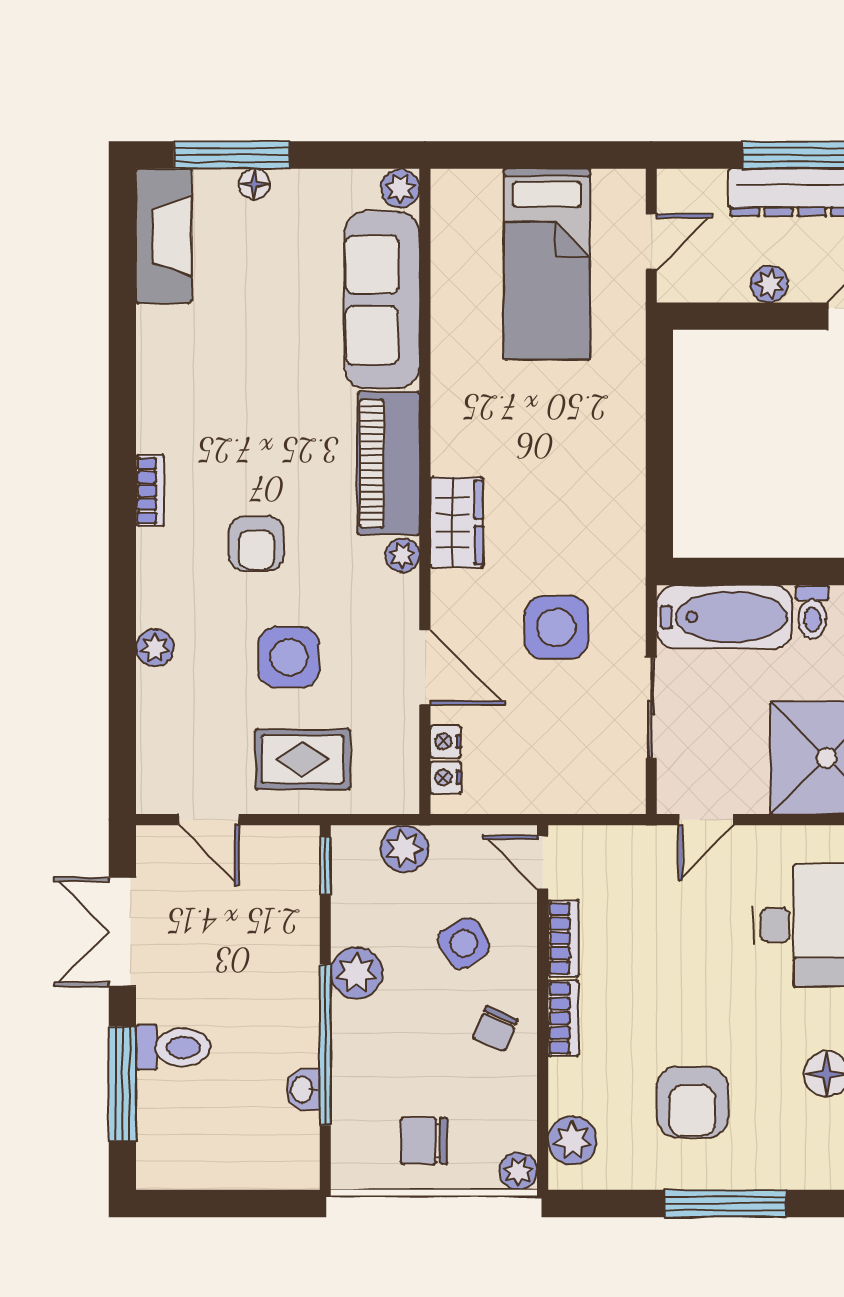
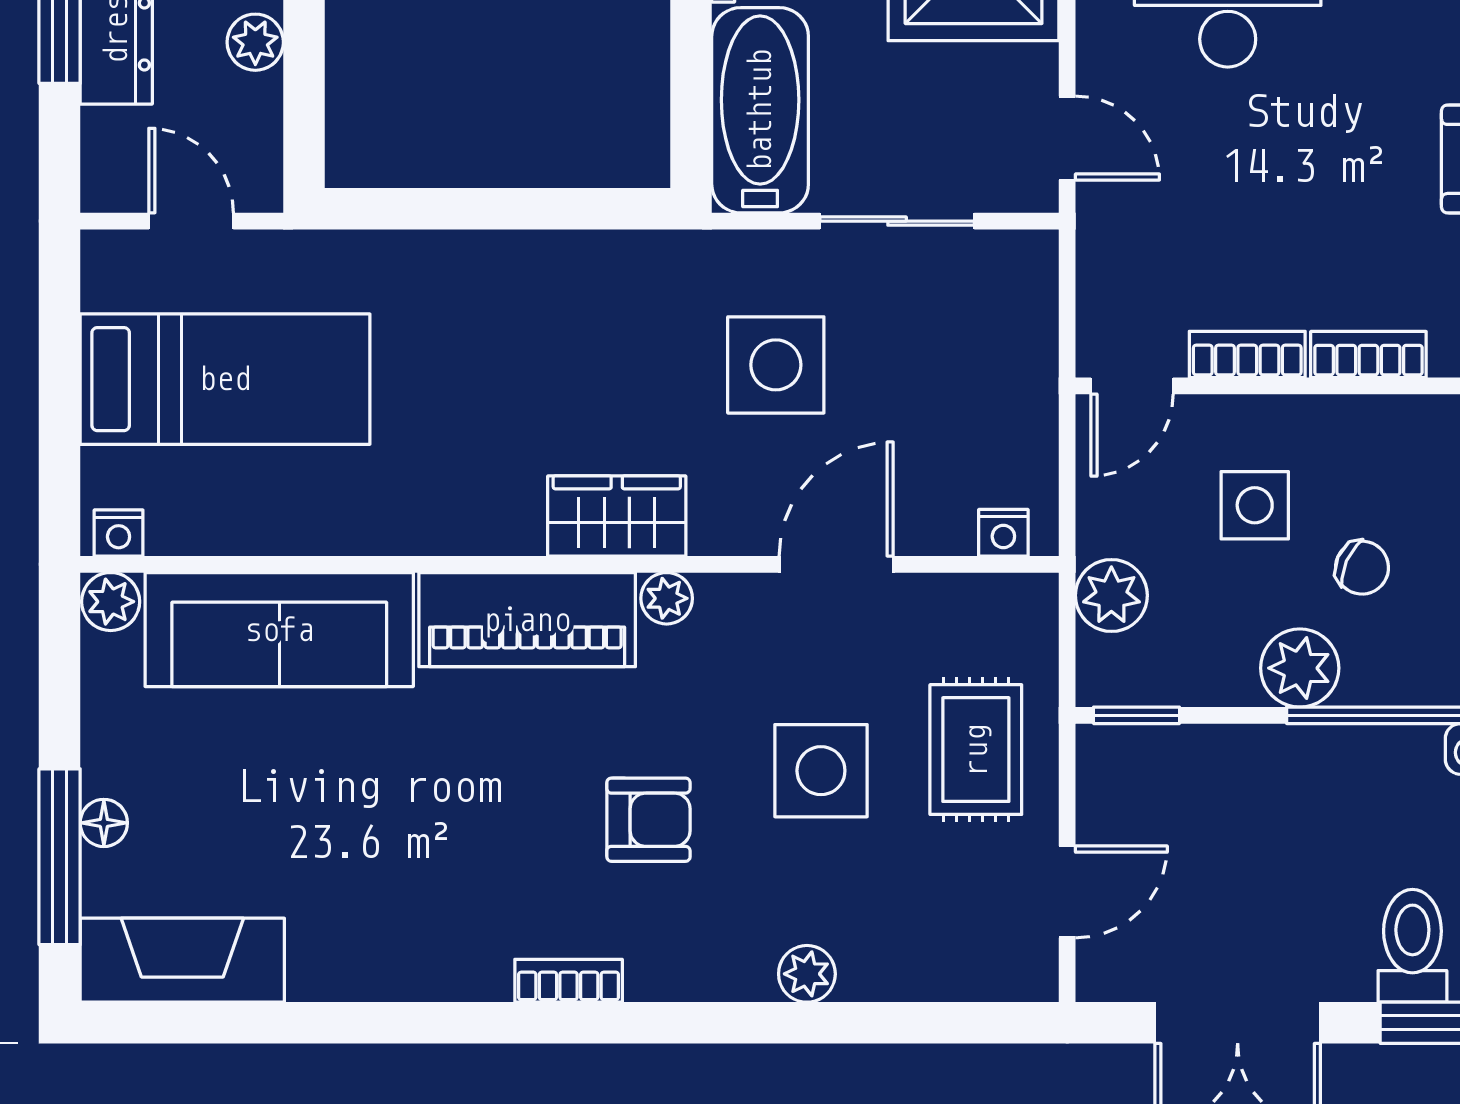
nightstand: (446, 741) -> (119, 533), moved
side table: (464, 943) -> (1255, 505), turned 31
chair: (495, 1029) -> (1362, 568), moved

